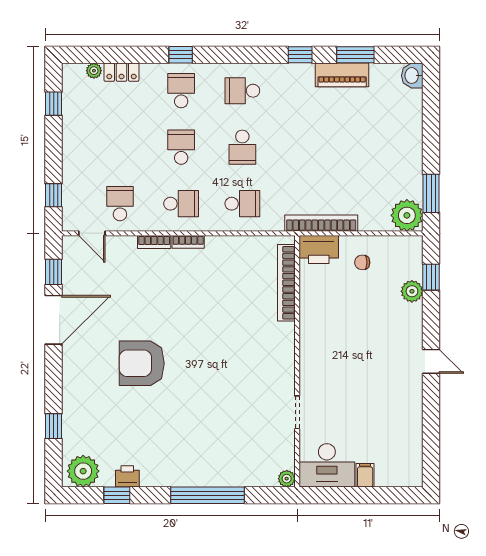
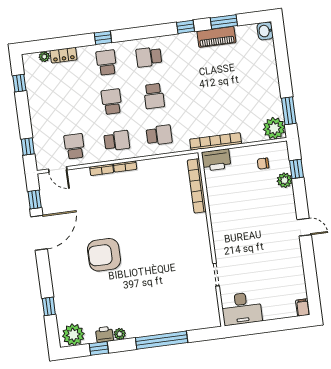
chair: (362, 262) -> (263, 164), moved
filing cabinet: (365, 475) -> (303, 308), moved
plant: (287, 479) -> (120, 334), moved

